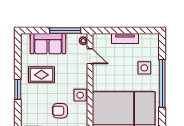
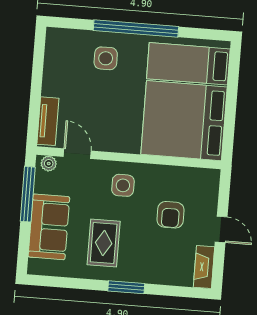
tv unit: (125, 38) -> (48, 121), moved
door: (90, 56) -> (77, 154), hinge flipped
side table: (80, 95) -> (123, 185), moved

